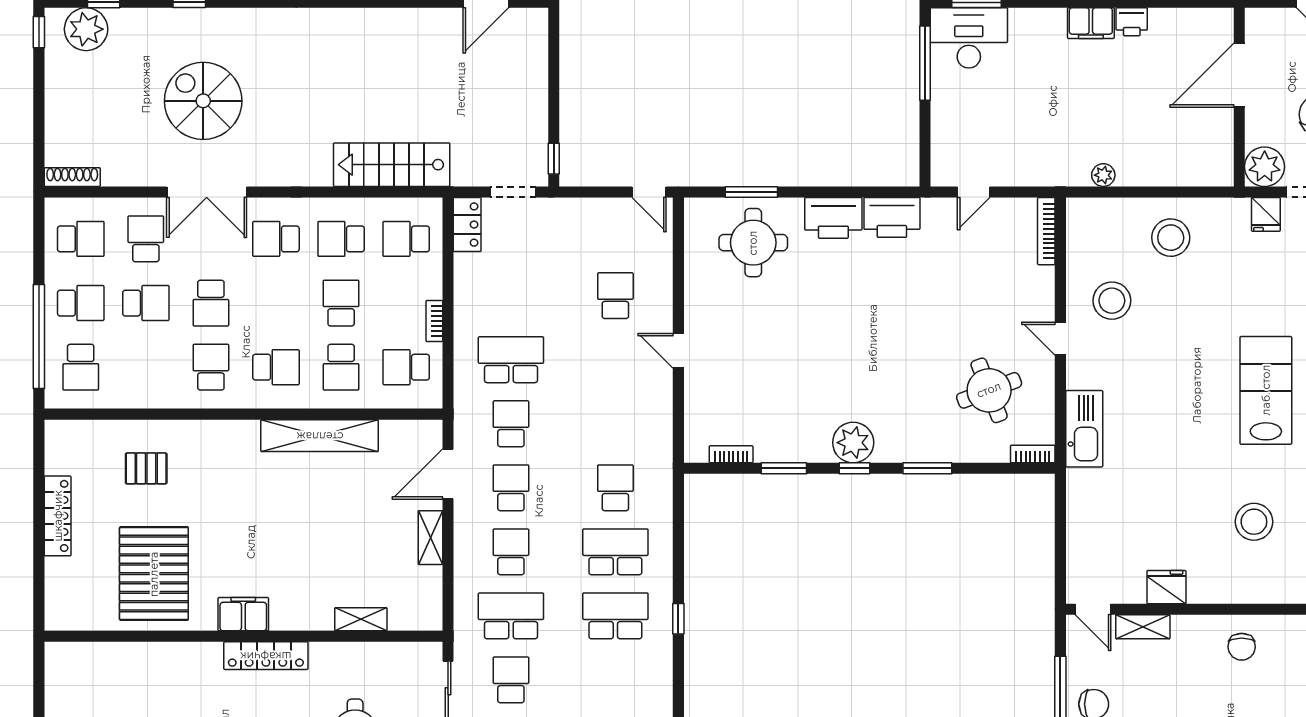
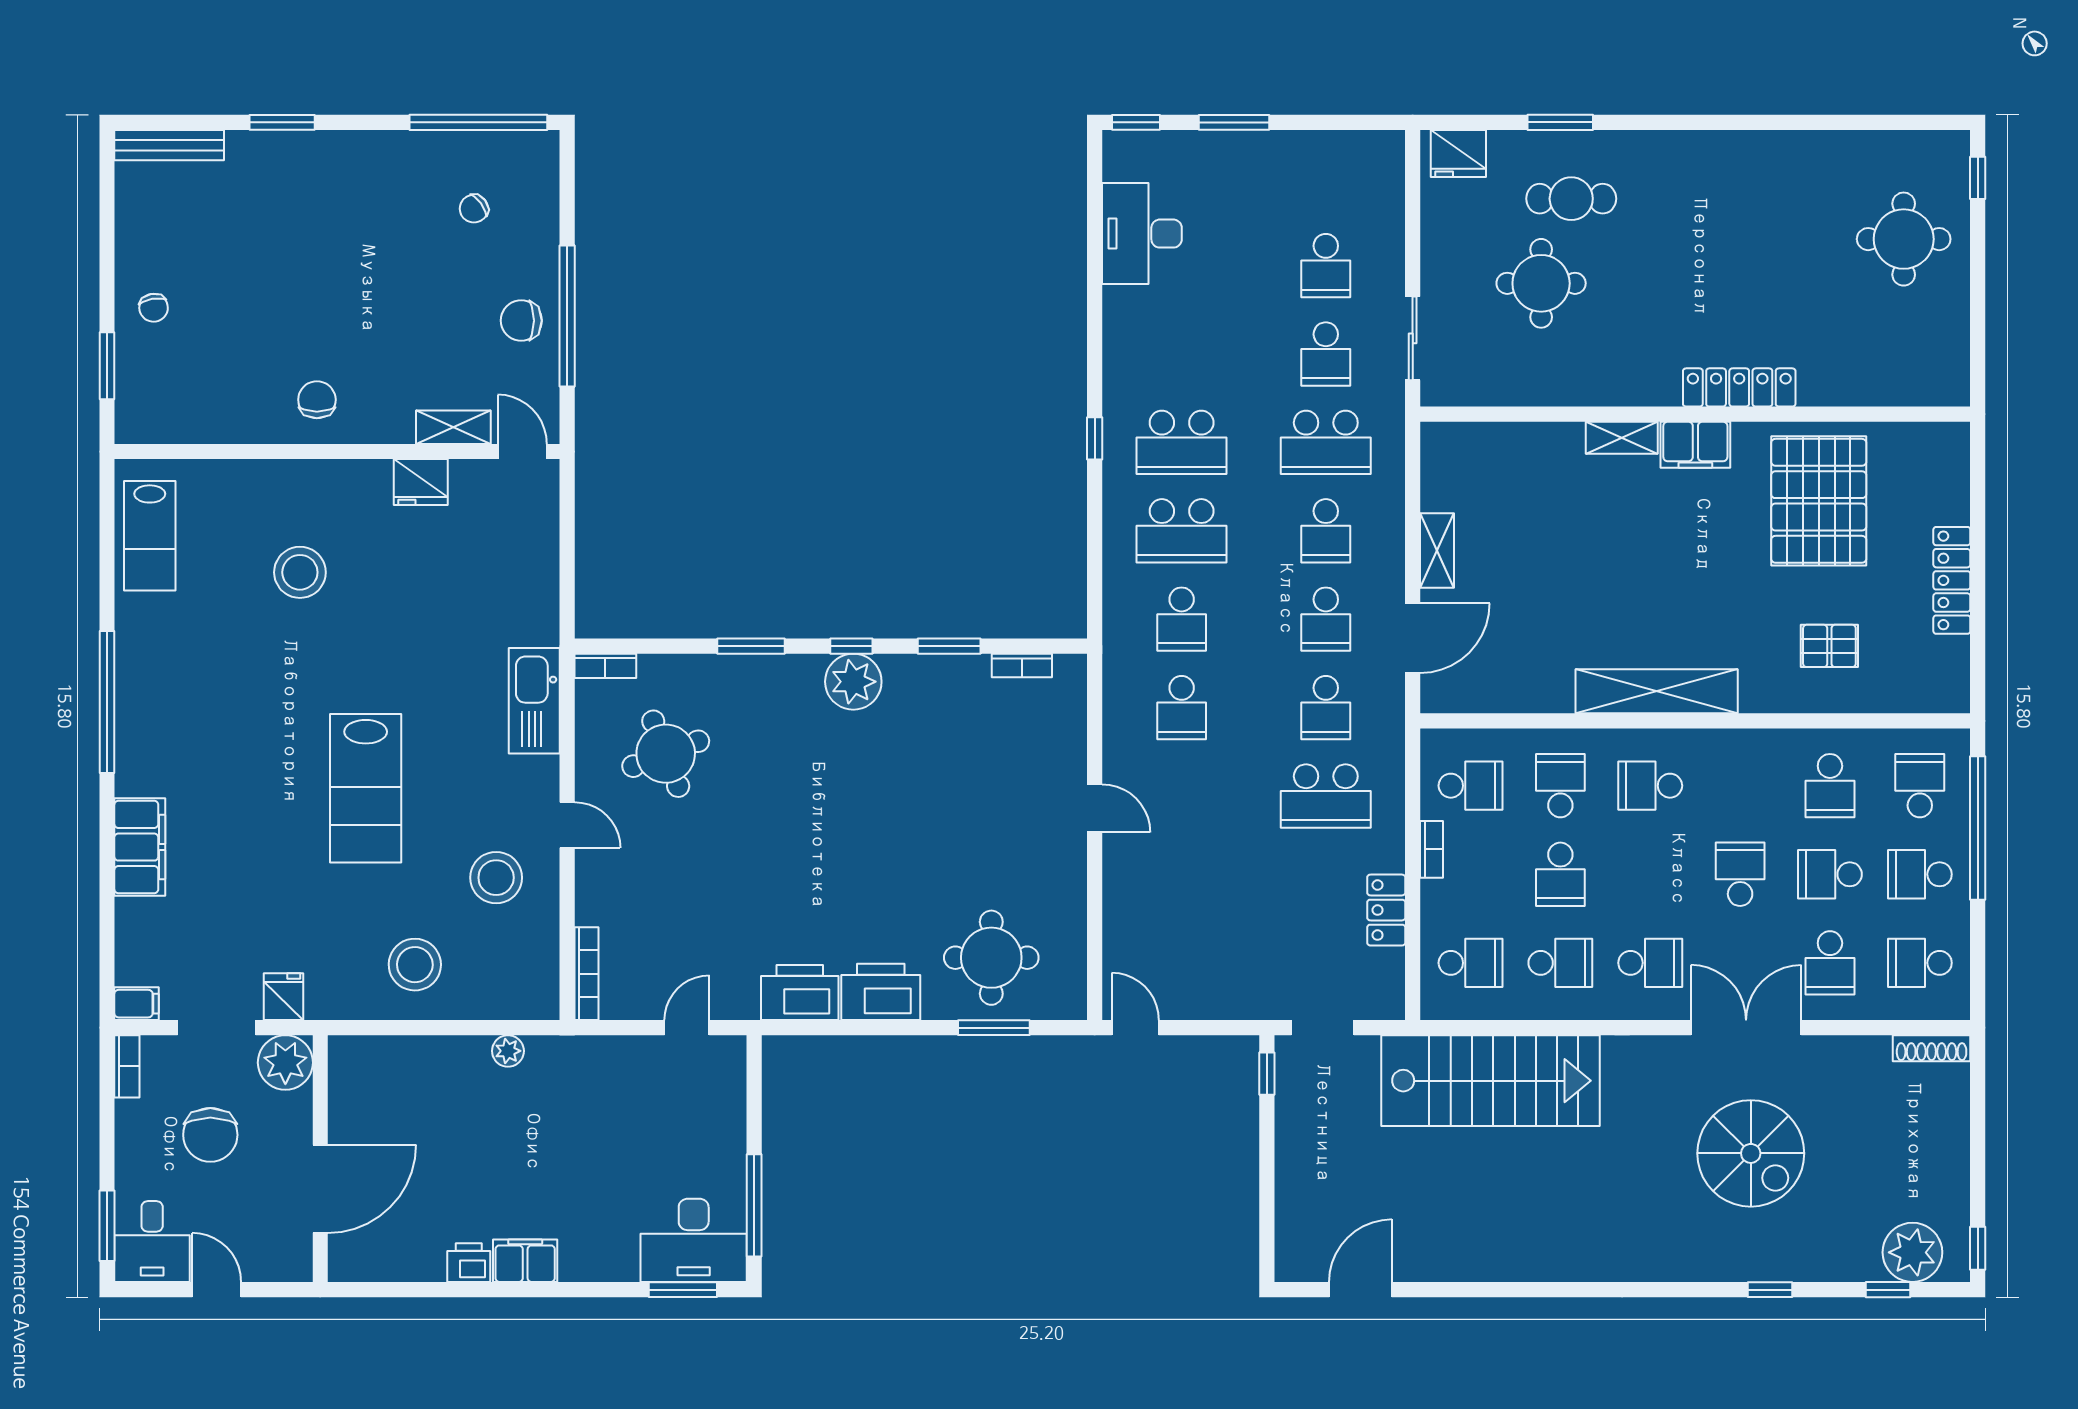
stairs: (392, 165) -> (1491, 1081), width x1.36, depth x1.51
locker: (467, 225) -> (1386, 910), moved
school desk: (615, 296) -> (1182, 708), moved
school desk: (211, 367) -> (1830, 786), moved
lab bench: (1266, 390) -> (366, 788), moved
shelving: (320, 436) -> (1657, 691), moved
shelving: (361, 619) -> (1622, 438), moved
locker: (266, 656) -> (1739, 387), moved

